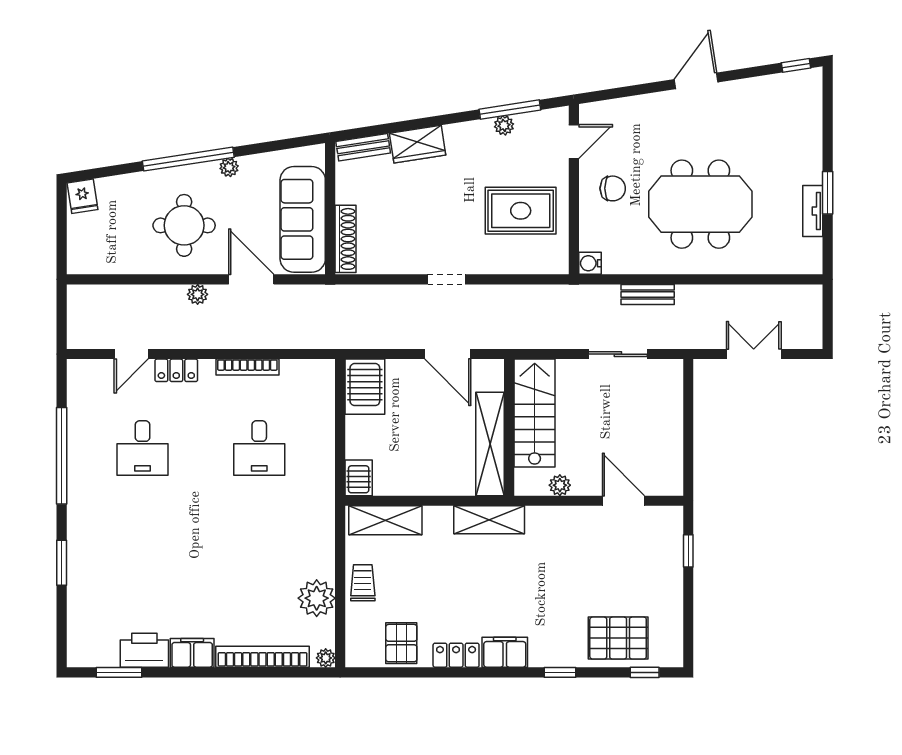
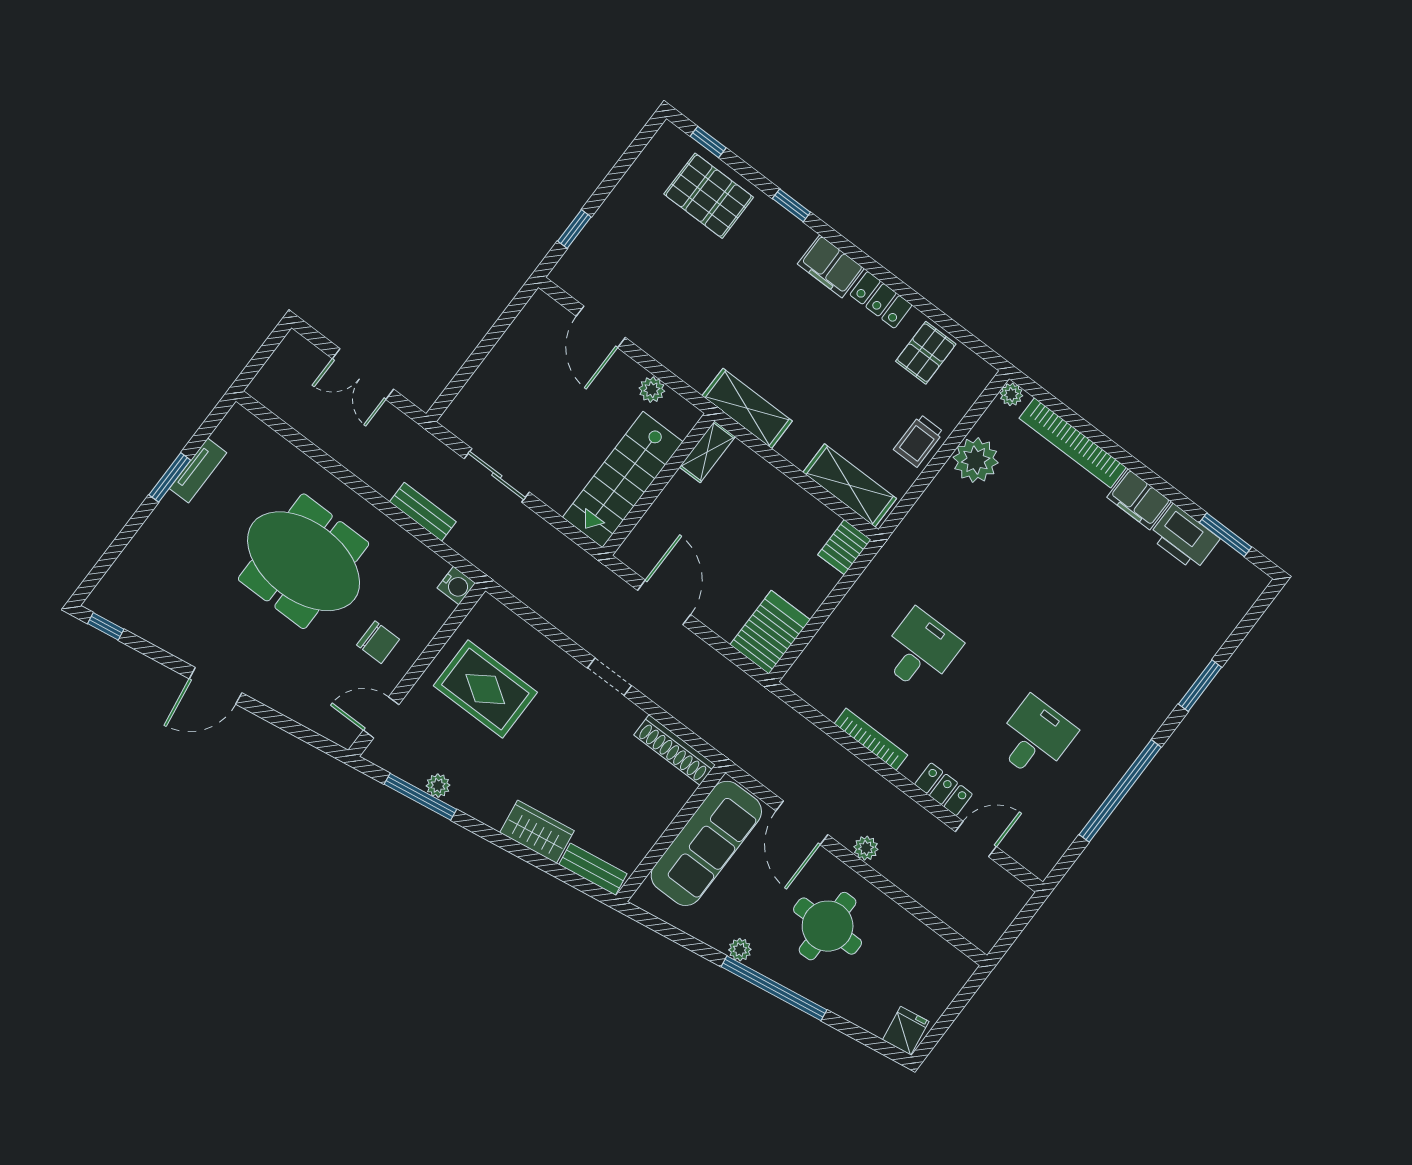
chair: (613, 188) -> (378, 642), turned 180
shoe rack: (346, 239) -> (675, 750), moved, turned -90
shelving: (490, 444) -> (707, 452), width x0.45, depth x0.75

